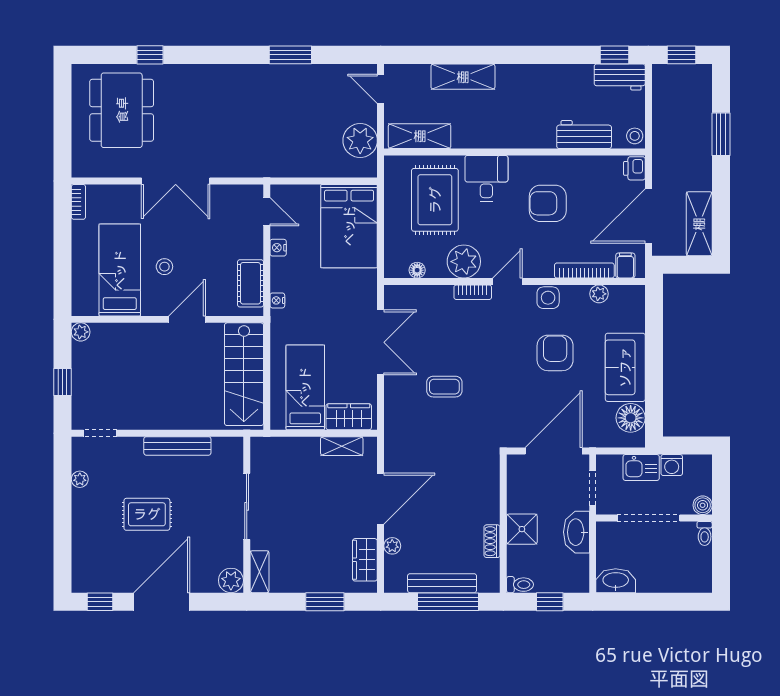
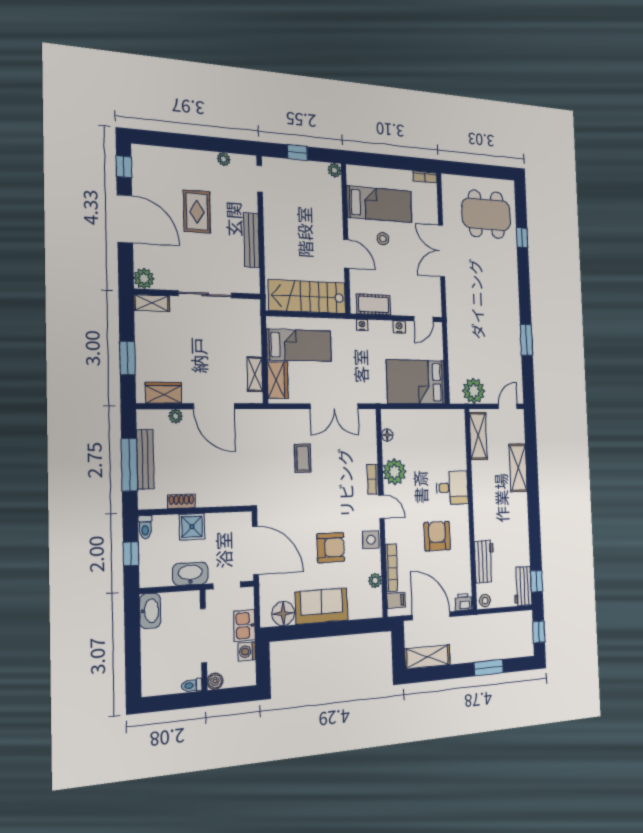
rug: (435, 200) -> (436, 448), removed

